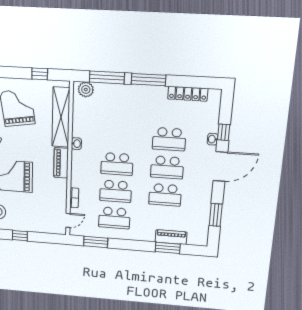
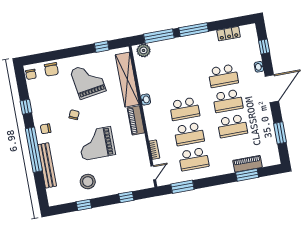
locker: (188, 94) -> (229, 34), width x0.66
window: (224, 132) -> (264, 47), moved
window: (20, 236) -> (126, 197), moved

